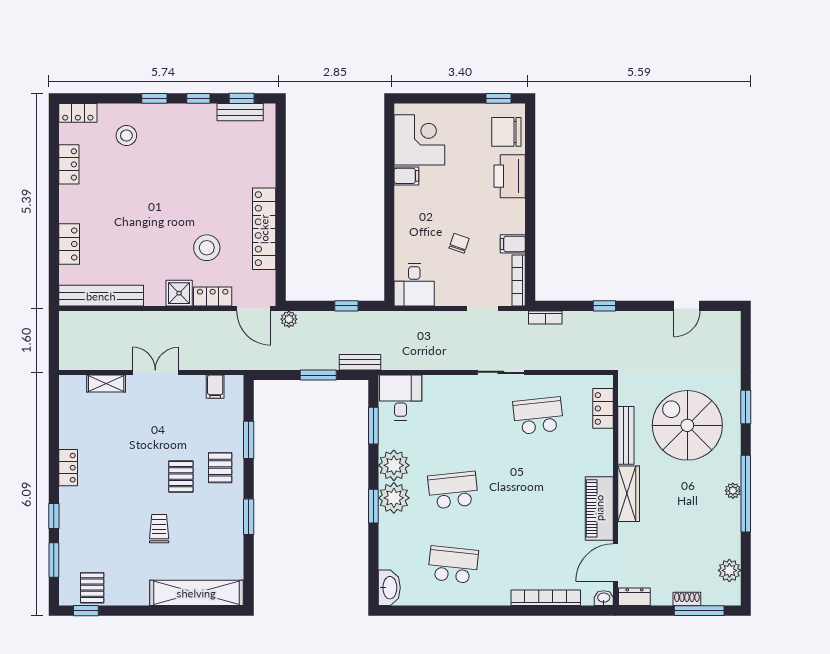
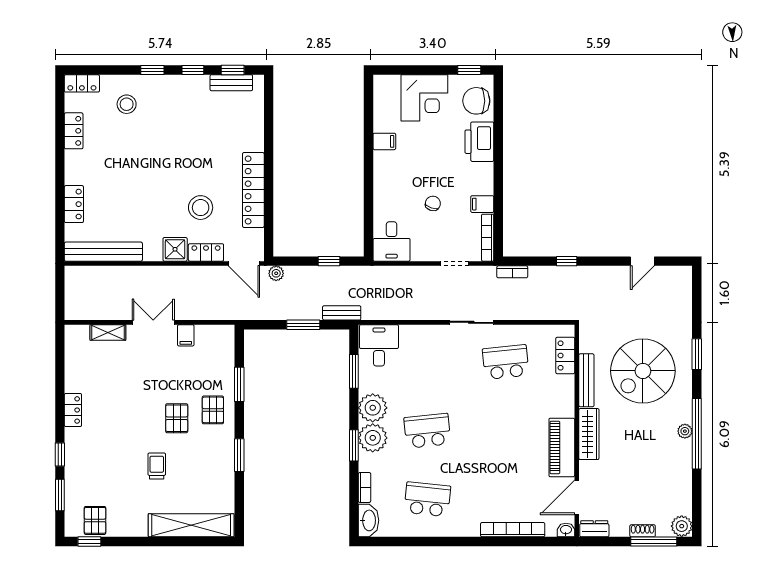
corner desk: (419, 140) -> (424, 98), moved, turned 90
filing cabinet: (215, 387) -> (186, 335), moved
spiral stairs: (687, 425) -> (643, 371), turned -90
bookcase: (385, 552) -> (364, 487), added
plant: (729, 570) -> (682, 526), moved

